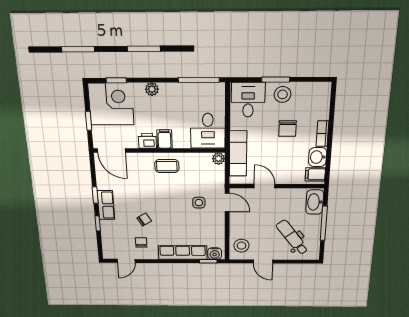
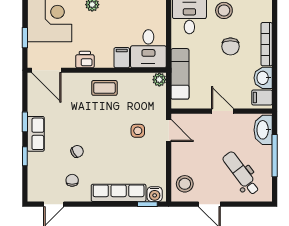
bookcase: (322, 134) -> (267, 44), width x1.56
filing cabinet: (164, 139) -> (122, 58), moved
door: (264, 186) -> (222, 111), moved

